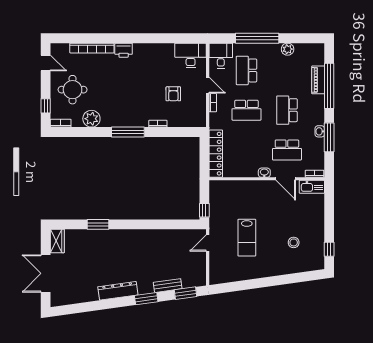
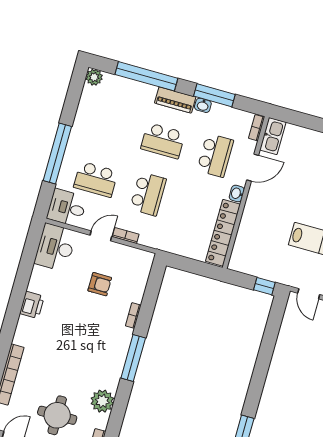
plant: (288, 49) -> (94, 77), moved
printer: (124, 50) -> (32, 305), moved
piano: (318, 80) -> (175, 100), moved
locker: (216, 154) -> (223, 233), moved, turned -90

